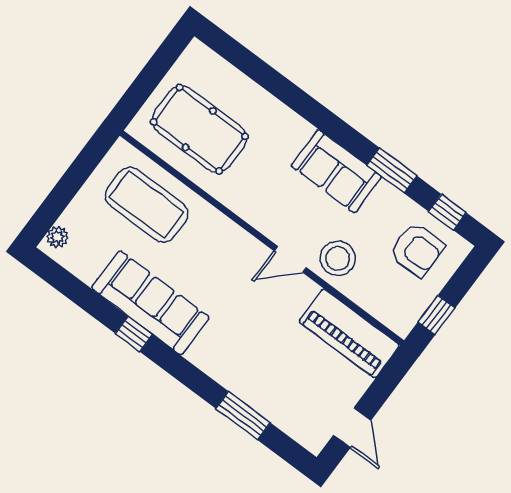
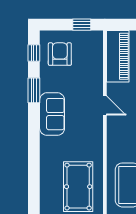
stool: (338, 258) -> (89, 85), removed

